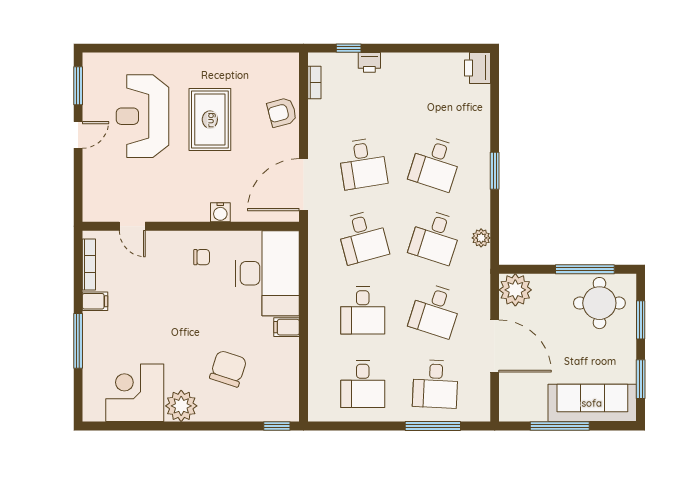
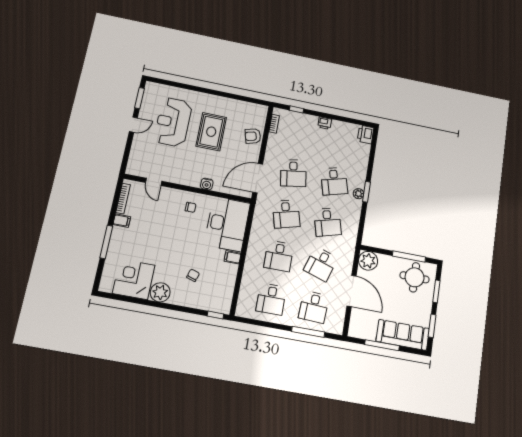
printer: (369, 62) -> (325, 123), moved
desk: (435, 164) -> (334, 181), turned -33
desk: (435, 237) -> (328, 222), turned -33
plant: (481, 238) -> (359, 194), moved
chair: (228, 369) -> (193, 275), width x0.54, depth x0.54

